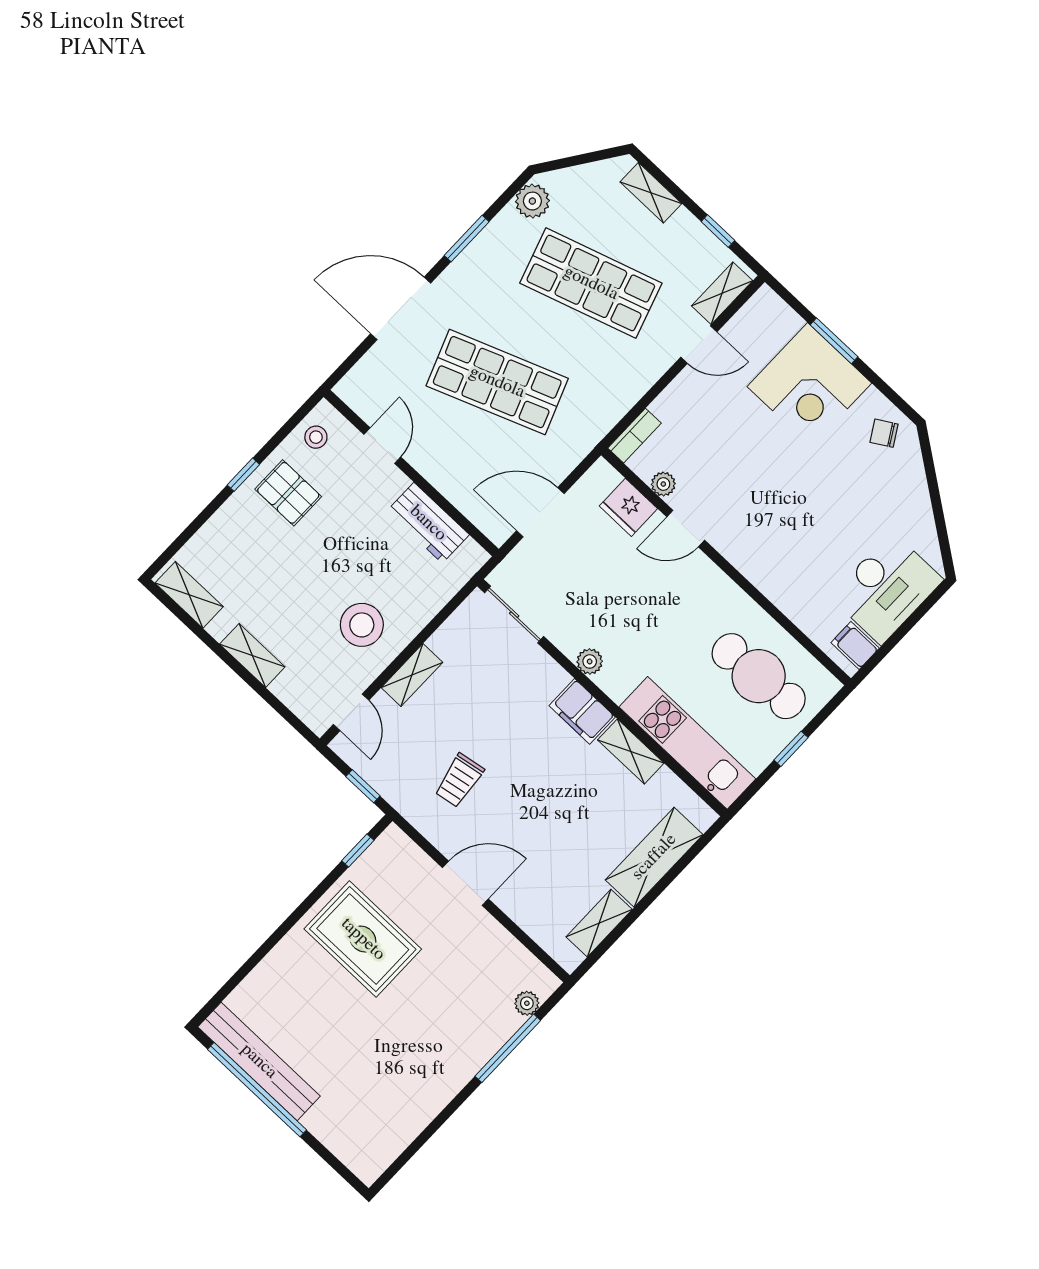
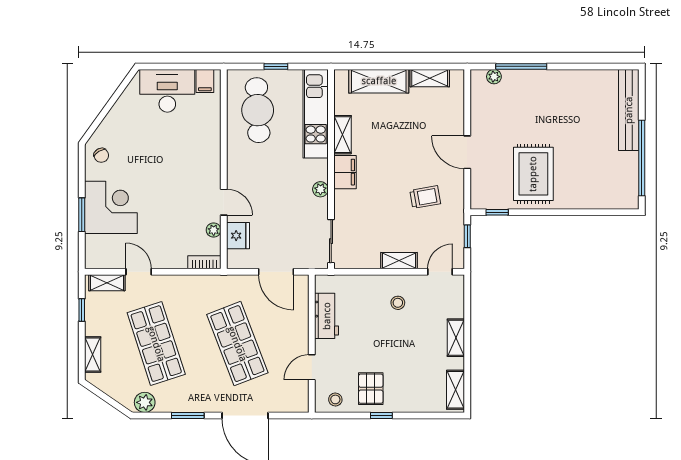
stool: (362, 625) -> (398, 303), width x0.53, depth x0.53
bench: (259, 1061) -> (629, 110), moved

